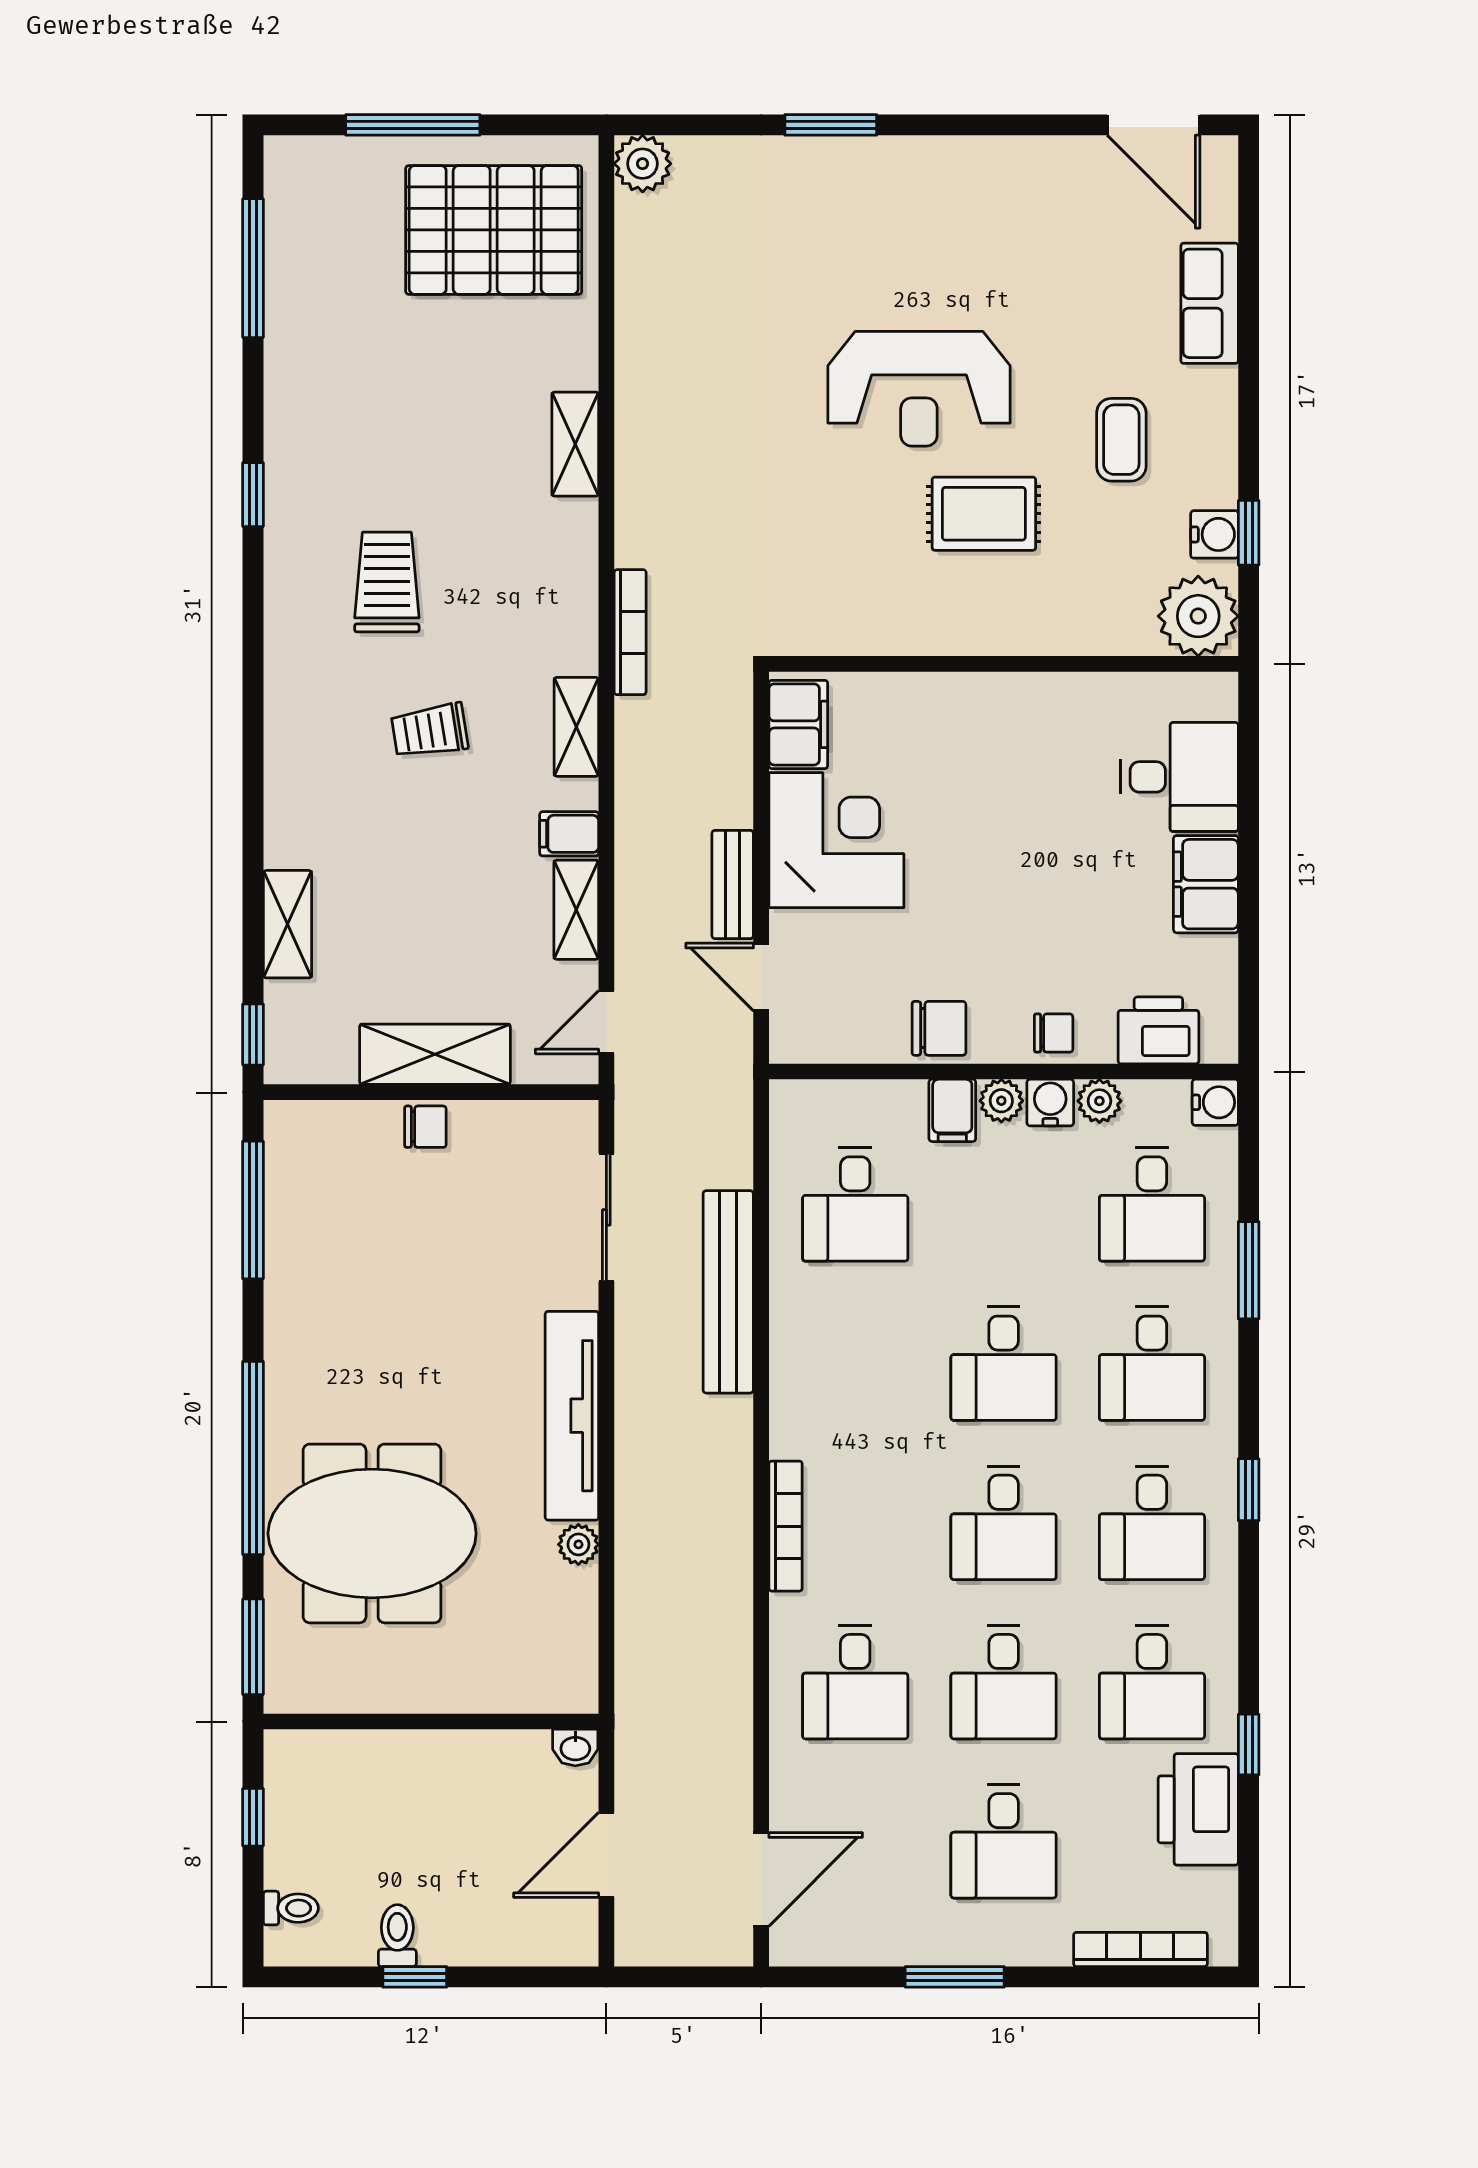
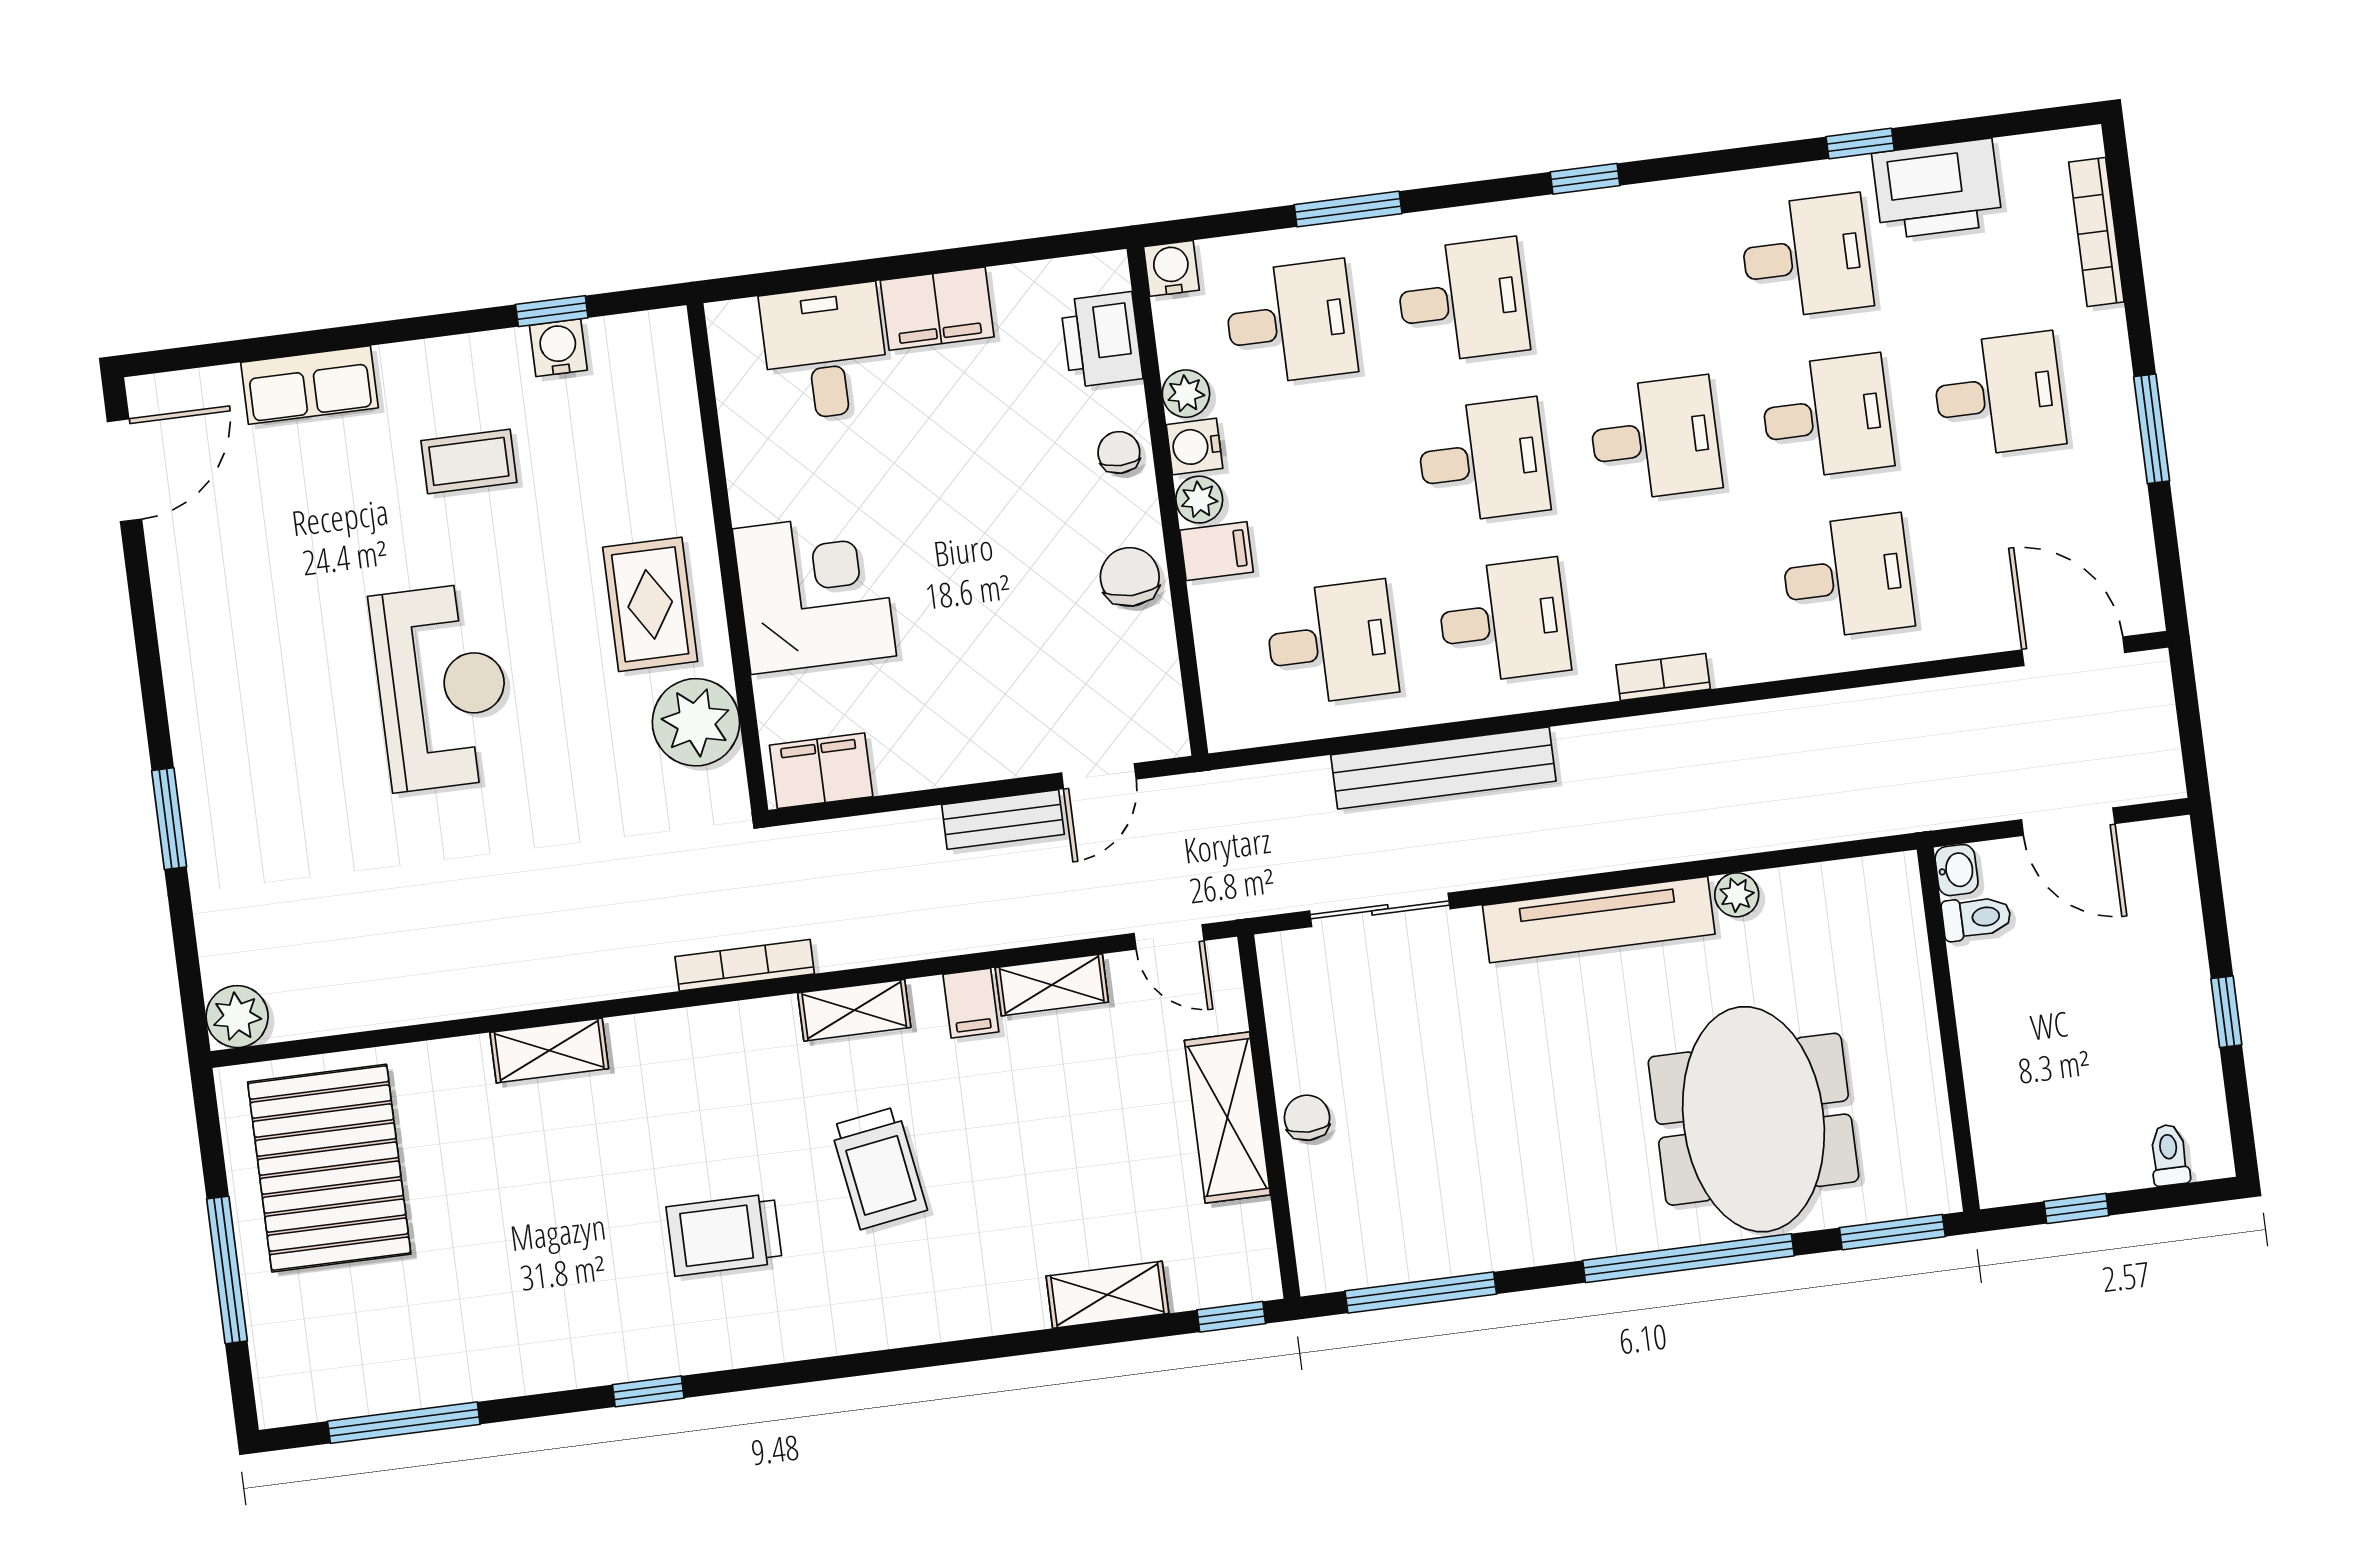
rug: (984, 514) -> (650, 604), moved
plant: (1198, 616) -> (696, 722), moved
trolley: (430, 731) -> (879, 1168), width x1.36, depth x1.39
corner desk: (836, 840) -> (814, 592), moved, turned 90
desk: (1152, 1523) -> (1503, 621), moved
bookcase: (786, 1526) -> (1663, 677), width x0.64
toilet: (397, 1936) -> (1976, 918), moved, turned 180

